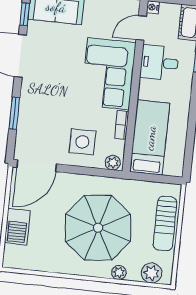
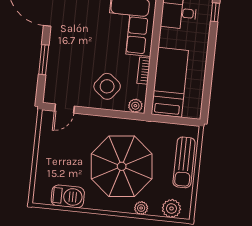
side table: (82, 142) -> (107, 86), turned 38
door: (37, 166) -> (64, 109), width x0.53
barbecue: (17, 227) -> (68, 196), moved, turned -90

